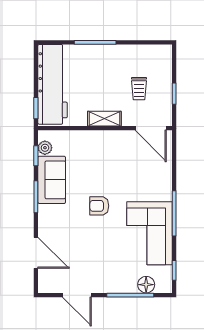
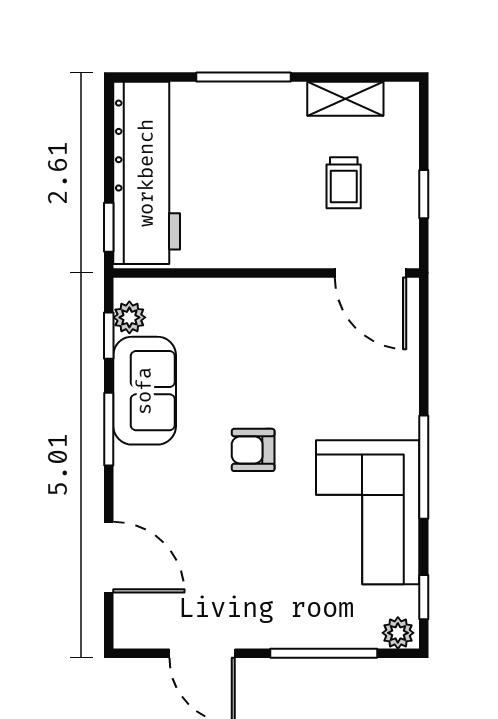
shelving: (104, 119) -> (345, 99), moved
floor lamp: (146, 285) -> (360, 630), removed
plant: (163, 286) -> (398, 633), added

